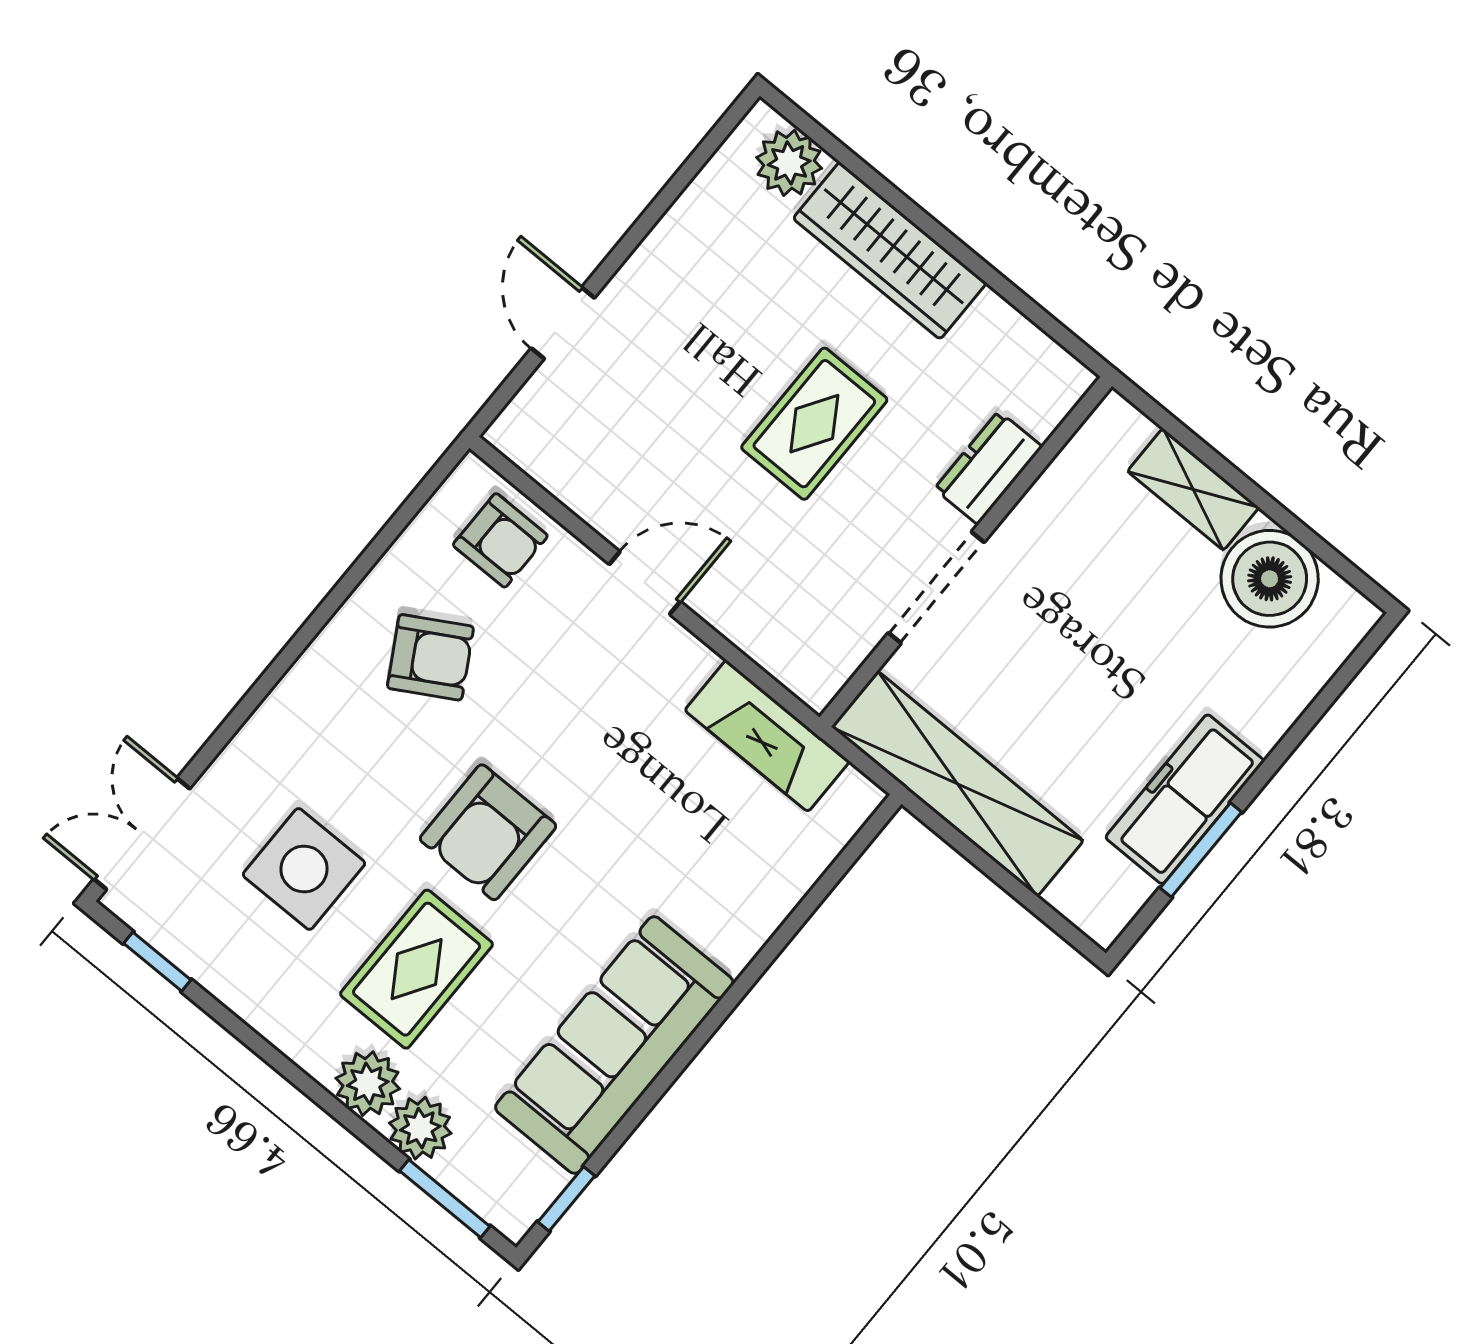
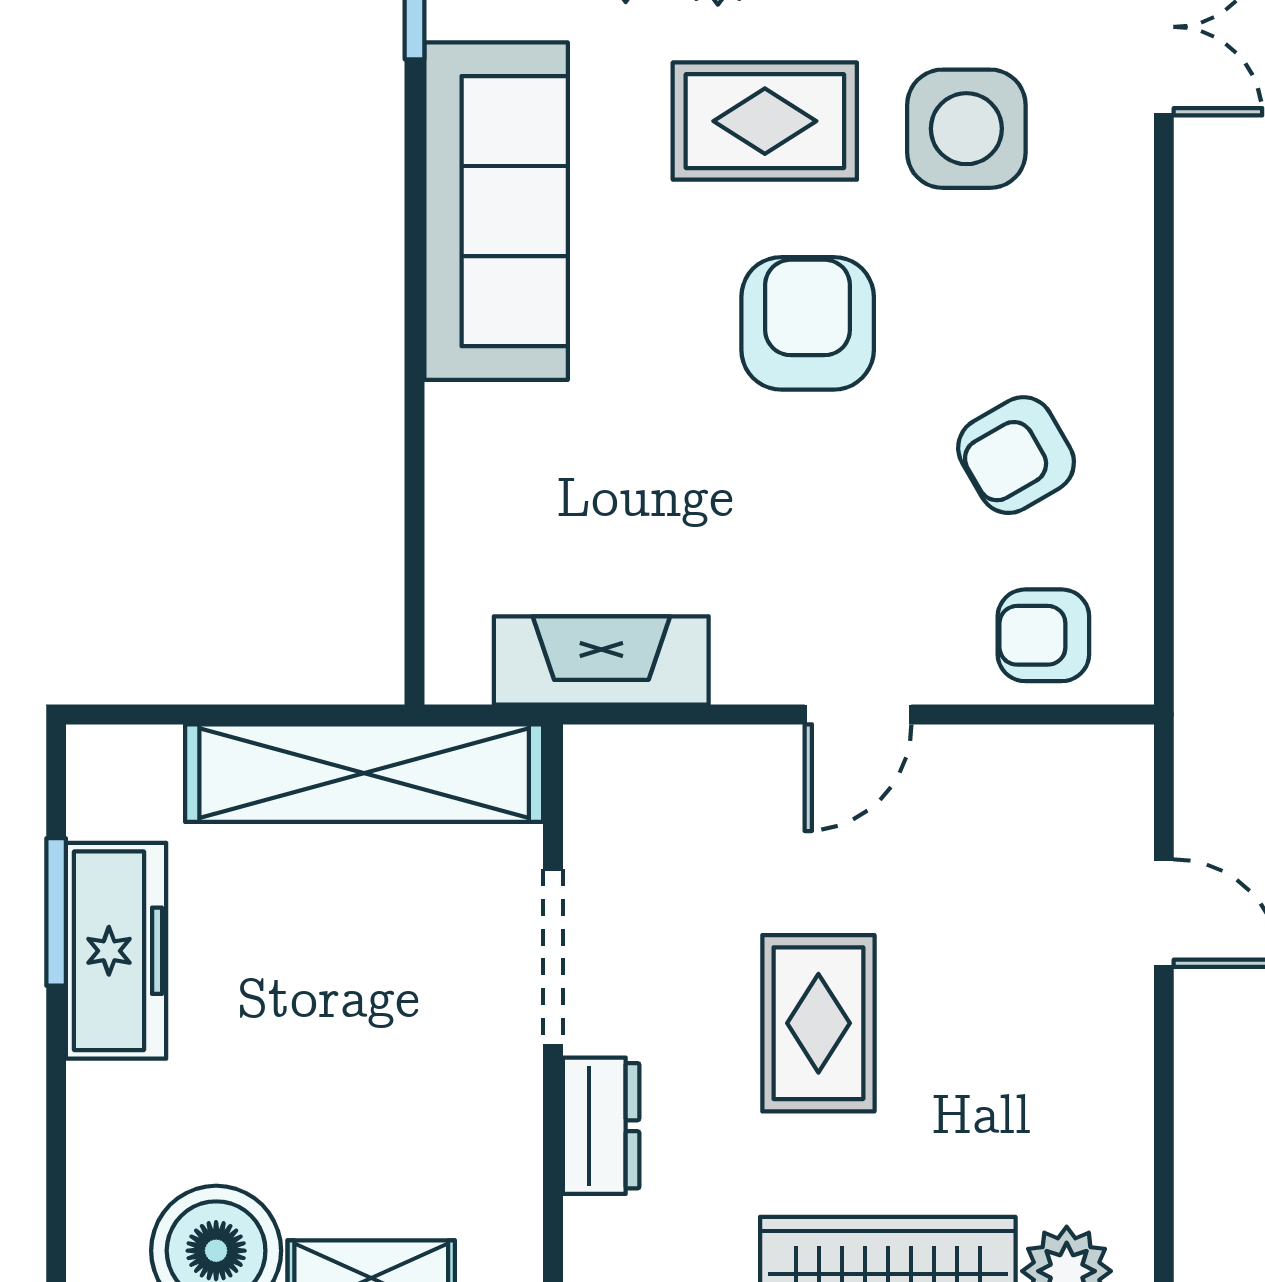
rug: (417, 969) -> (765, 121), turned 90

